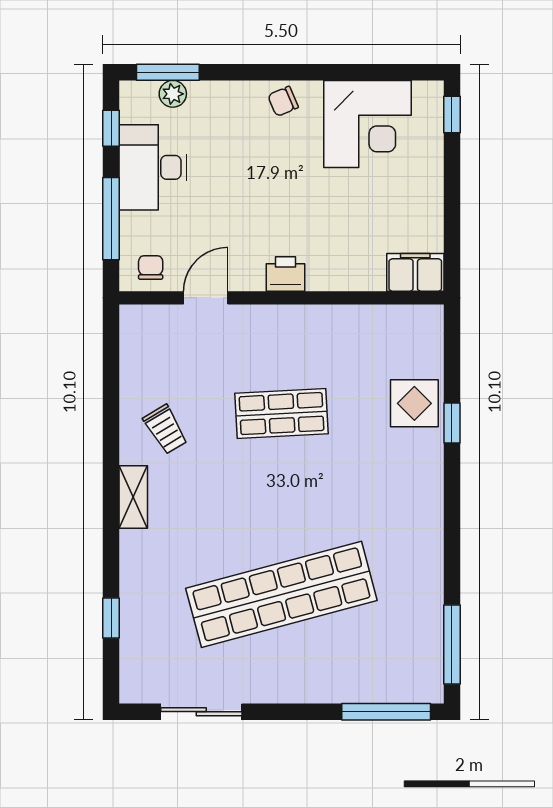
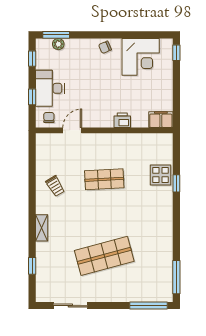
desk: (153, 167) -> (50, 88), moved
window: (111, 219) -> (32, 97), width x0.46
printer: (286, 274) -> (122, 120), moved
shelving: (133, 497) -> (42, 228), moved
shop shelf: (281, 594) -> (104, 256), width x0.71

